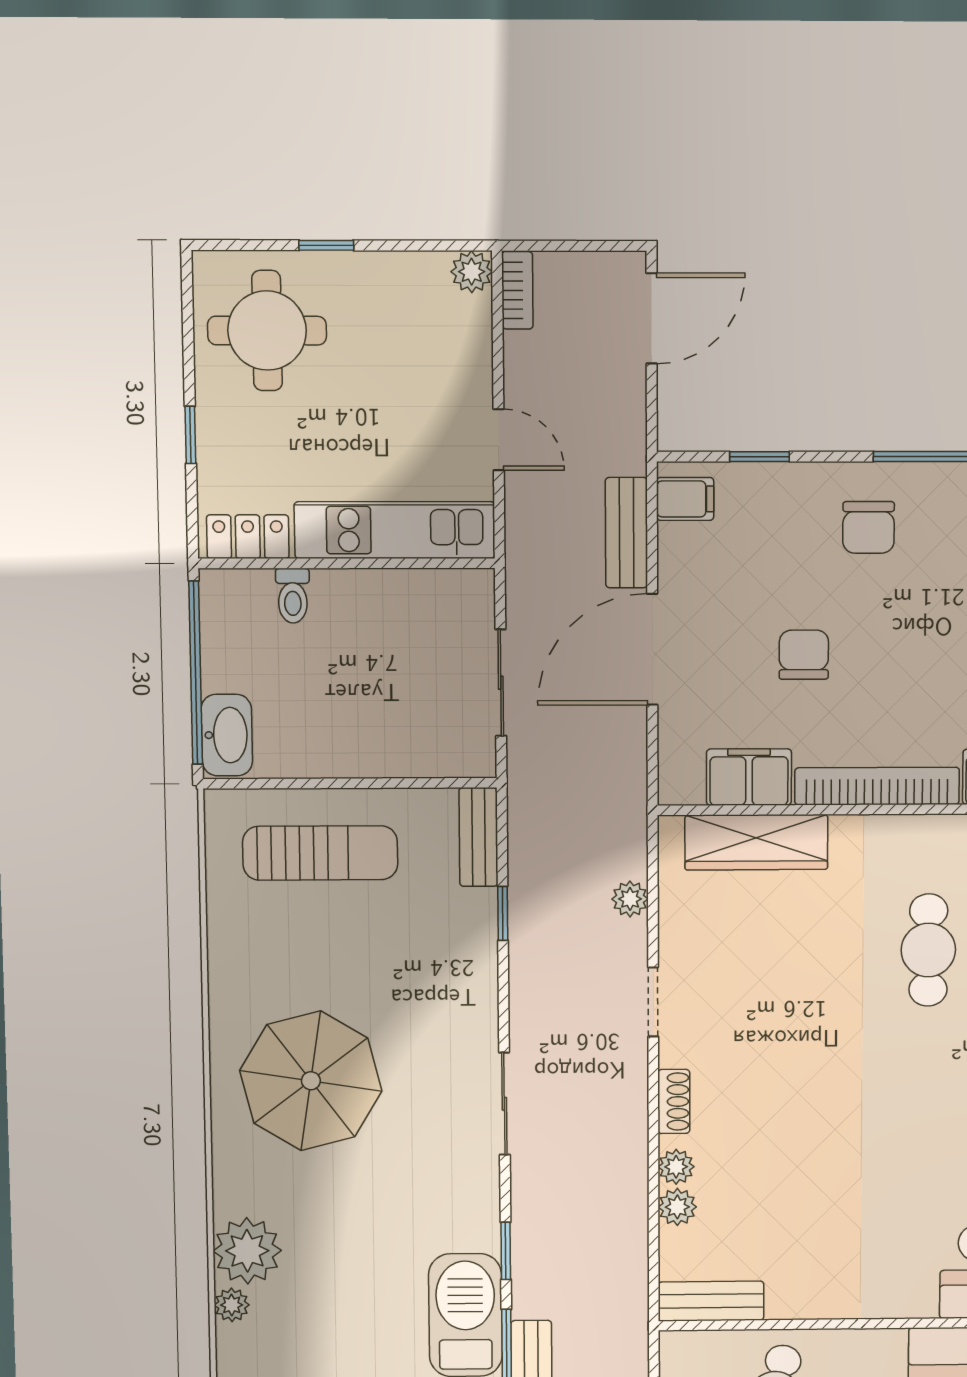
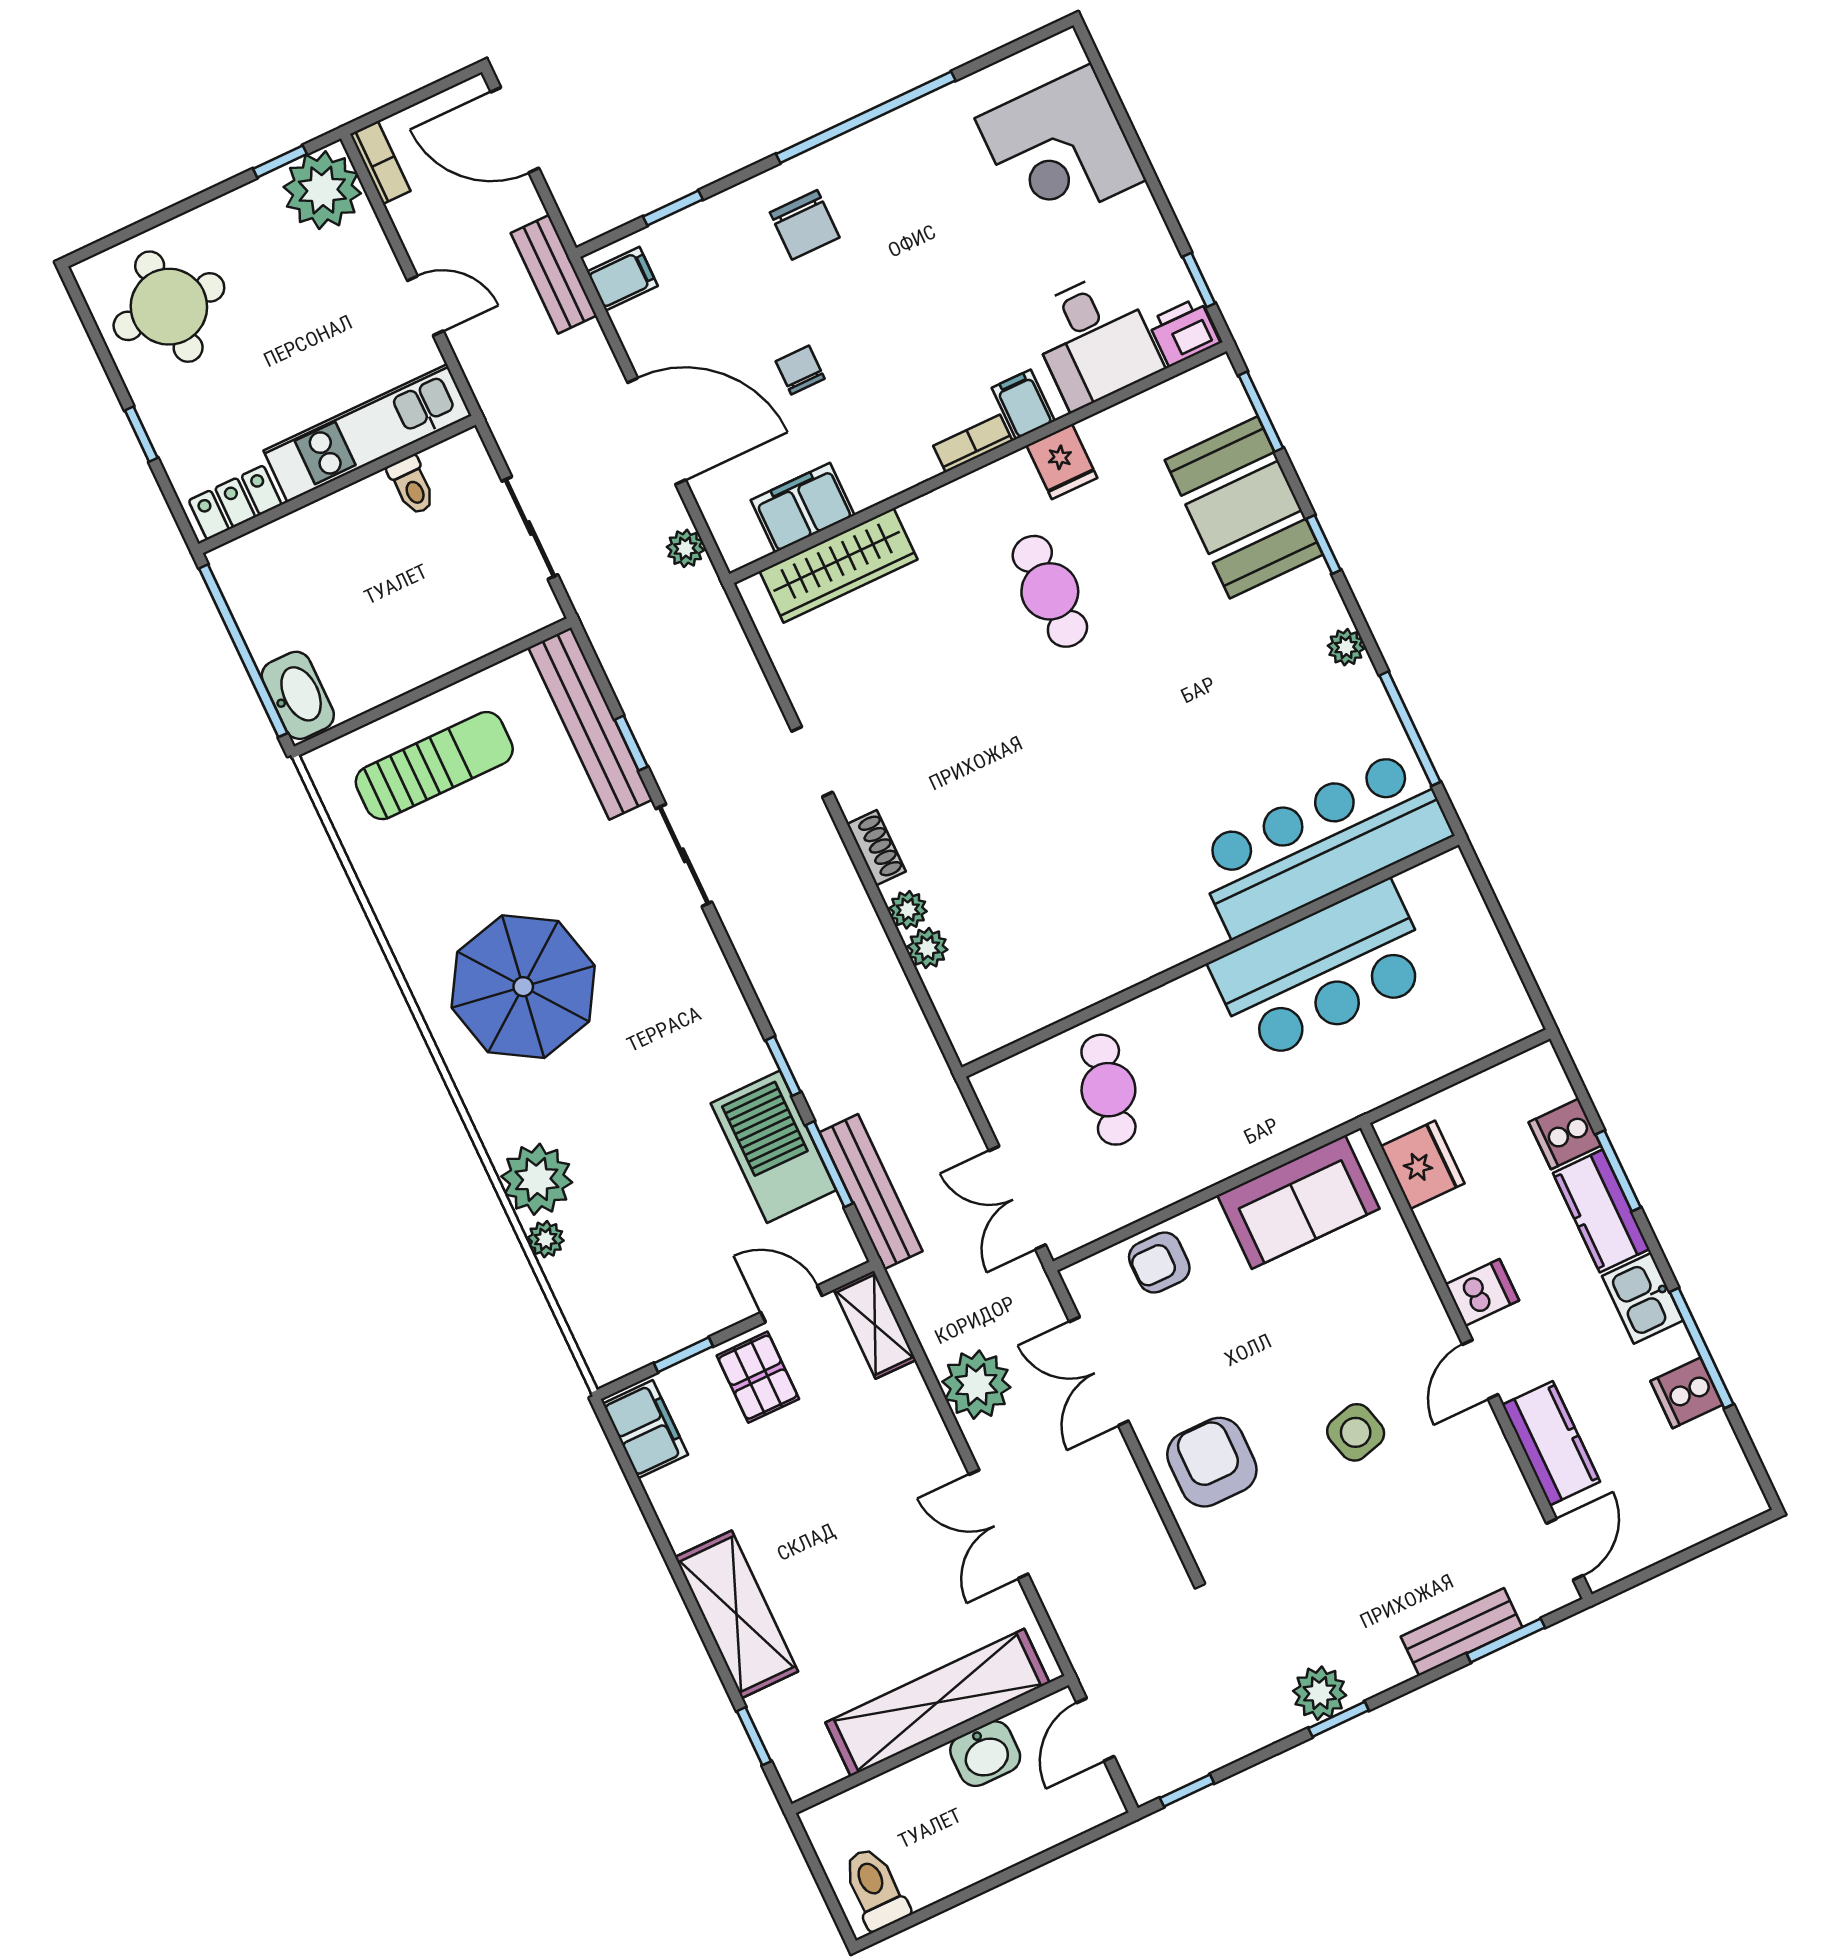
window: (326, 245) -> (280, 161), moved
plant: (472, 272) -> (322, 190), width x1.88, depth x1.88
door: (652, 318) -> (515, 130), swing flipped
bench: (626, 533) -> (554, 274), moved
toilet: (293, 596) -> (412, 485), moved
door: (652, 649) -> (657, 431), swing flipped
chair: (804, 655) -> (800, 370), width x0.73, depth x0.73
bookcase: (877, 786) -> (973, 443), width x0.43, depth x0.76
bench: (478, 837) -> (590, 724), width x1.86, depth x1.21
plant: (630, 899) -> (685, 548), moved
sliding door: (504, 1104) -> (684, 855), moved
bench: (711, 1301) -> (1003, 1025), removed

